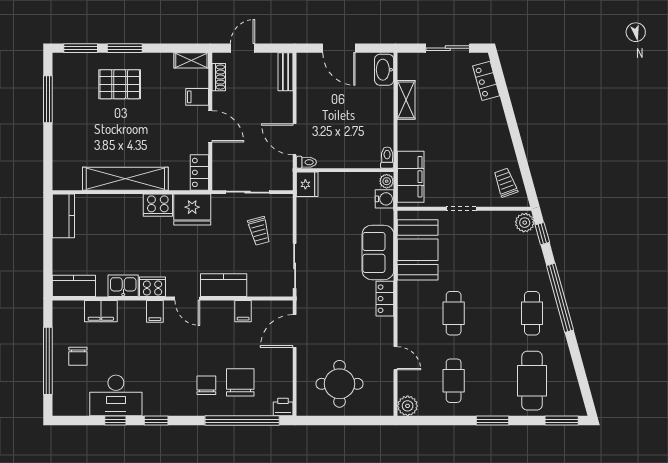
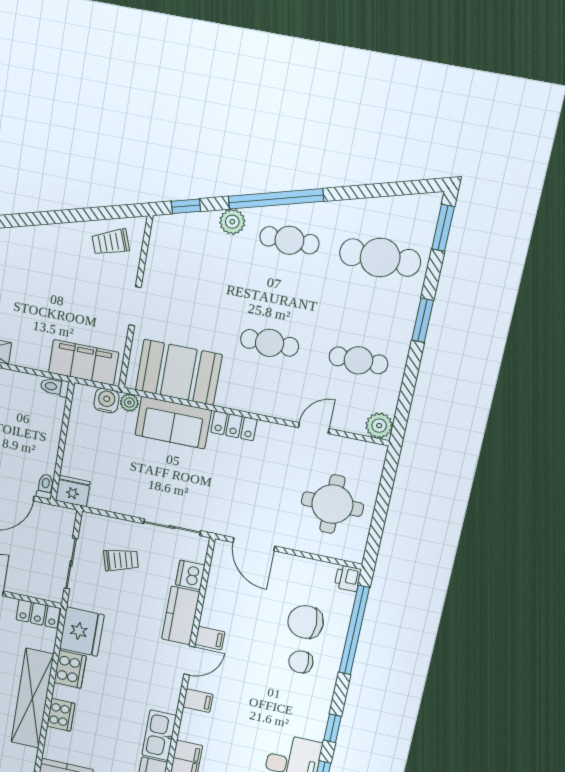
plant: (387, 181) -> (129, 403), moved
plant: (525, 223) -> (232, 222), moved
kitchen sink: (123, 286) -> (159, 735), width x1.38
cooker: (153, 287) -> (61, 715), moved, turned 180
dishwasher: (259, 287) -> (190, 575), added
filing cabinet: (243, 311) -> (210, 638), moved

